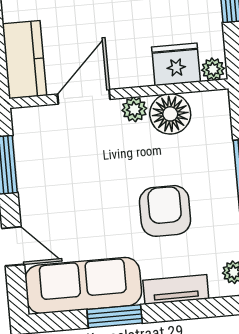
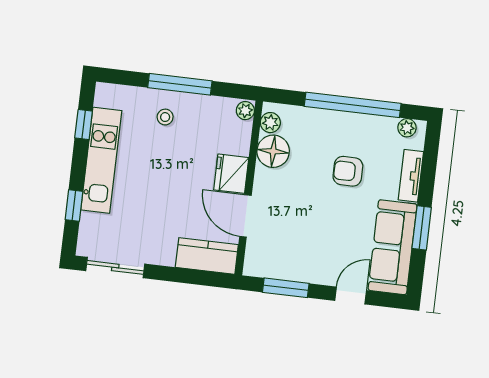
fridge: (176, 64) -> (231, 174), moved
plant: (134, 109) -> (270, 123), moved
armchair: (165, 211) -> (348, 171), width x0.72, depth x0.72

